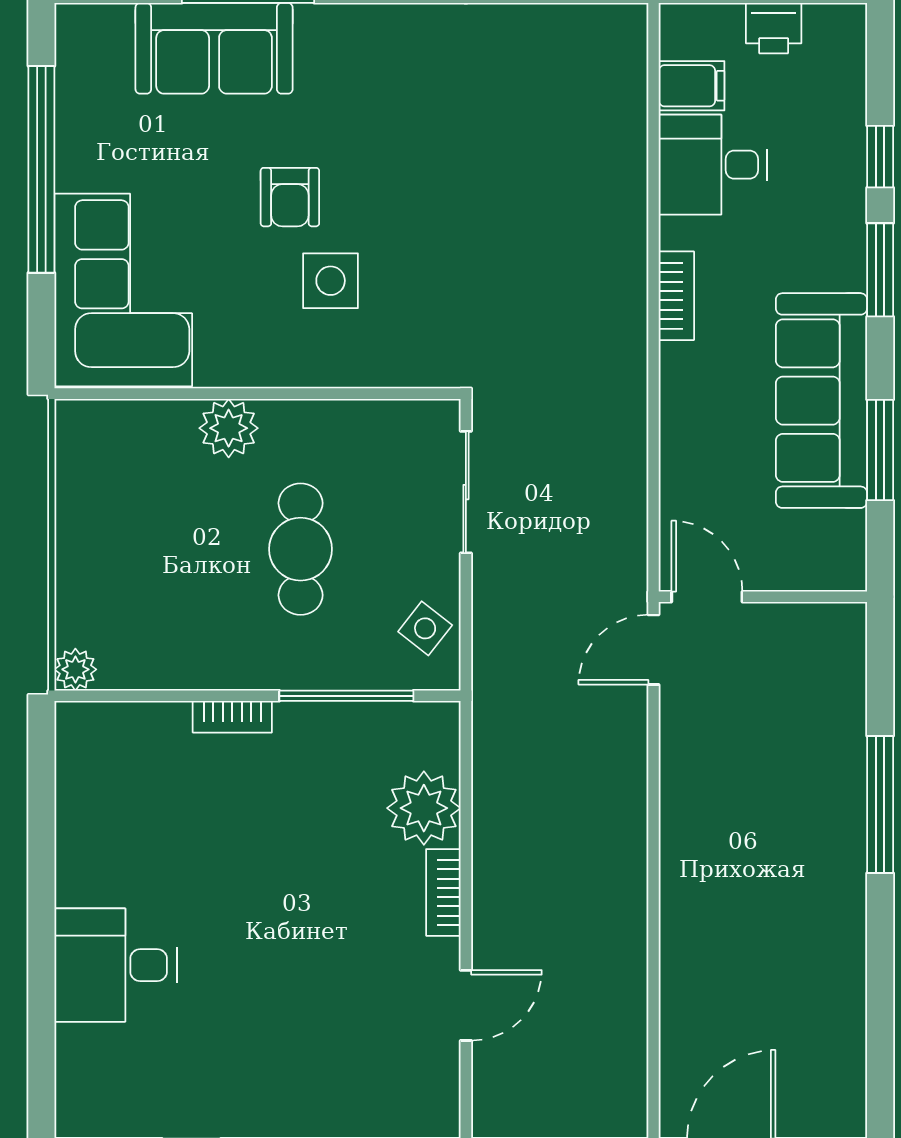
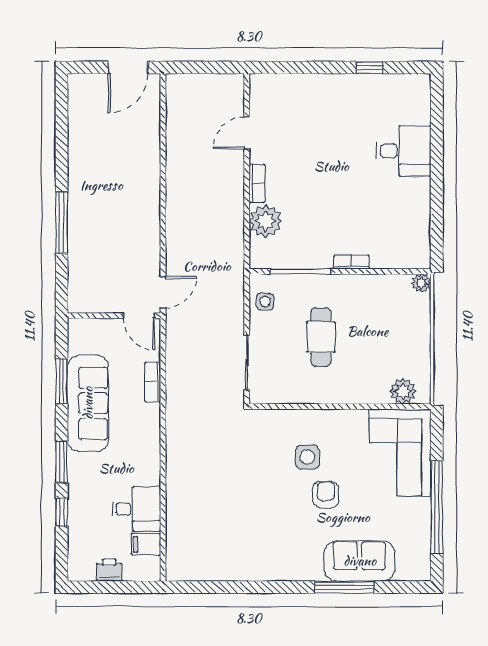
bookcase: (676, 296) -> (153, 382), moved
plant: (229, 428) -> (403, 391), moved
side table: (425, 628) -> (265, 302), turned -38

